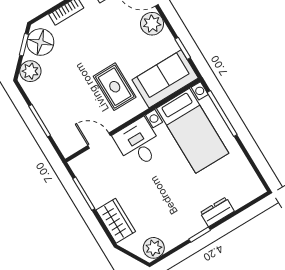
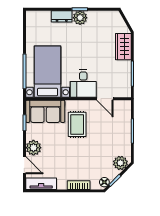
floor lamp: (40, 42) -> (104, 182), width x0.53, depth x0.53
plant: (154, 248) -> (80, 18), moved

